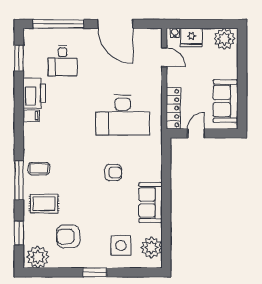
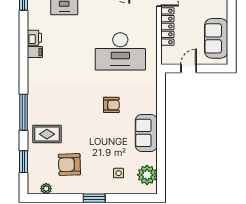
printer: (34, 93) -> (34, 38), width x0.53, depth x0.68
locker: (173, 108) -> (167, 26), moved
coffee table: (39, 169) -> (42, 101), removed
side table: (121, 246) -> (119, 173), width x0.54, depth x0.54
plant: (38, 257) -> (46, 189), width x0.53, depth x0.53

